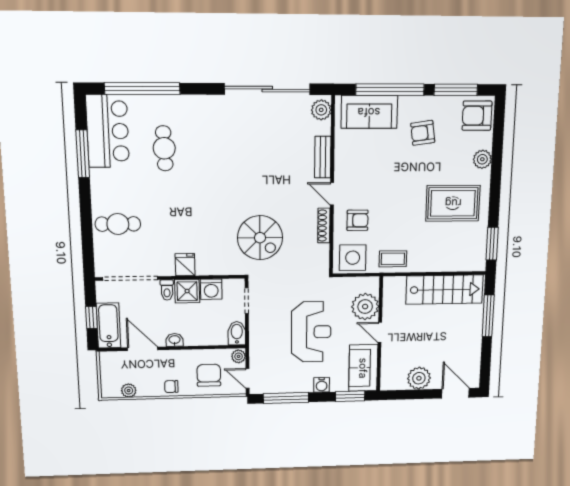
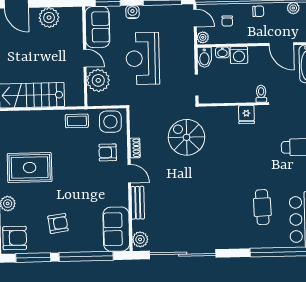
sofa: (369, 112) -> (116, 229), moved, turned -90
shoe rack: (324, 226) -> (135, 148), width x0.70
washing machine: (211, 289) -> (239, 55), moved, turned 180
shower: (187, 291) -> (245, 93), removed
washbasin: (175, 340) -> (222, 52), moved
chair: (209, 375) -> (227, 21), width x0.54, depth x0.54

